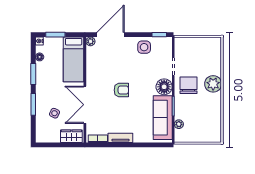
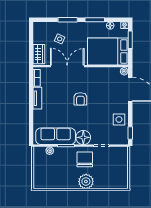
bed: (74, 59) -> (108, 52), width x1.50
chair: (189, 85) -> (85, 159), turned -90

